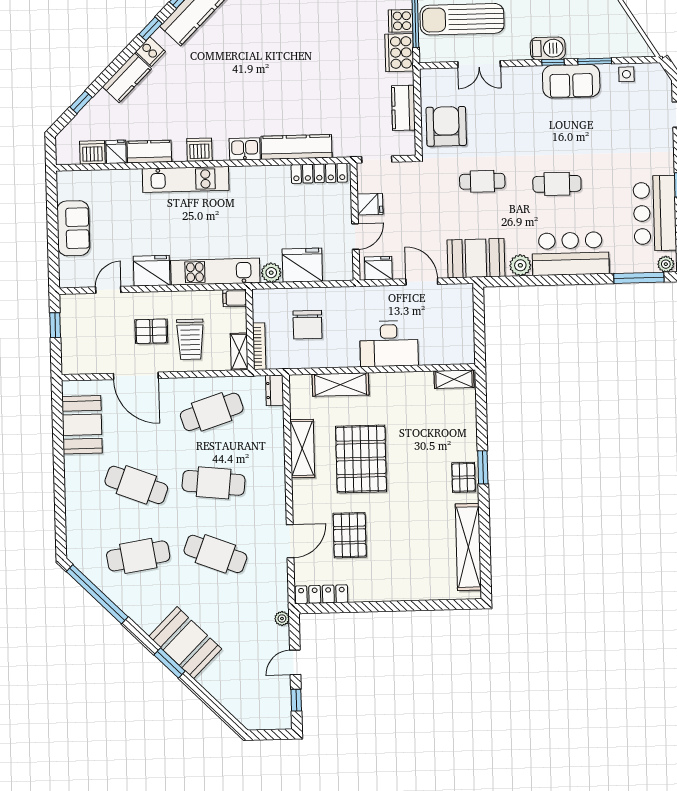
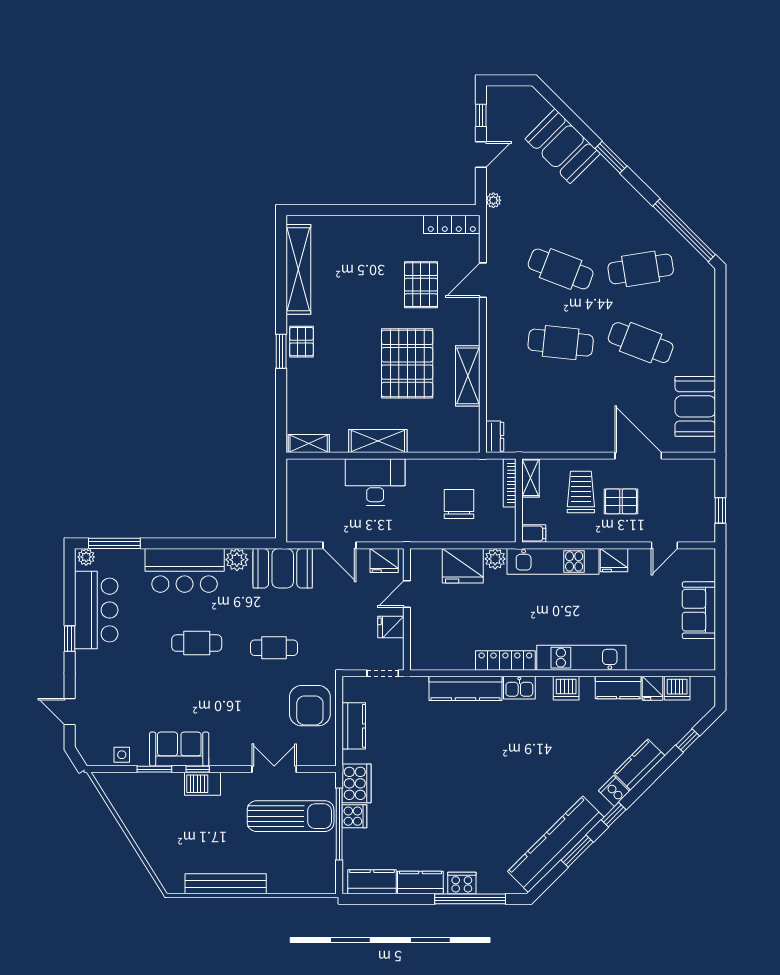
locker: (319, 173) -> (505, 660), moved
fridge: (152, 271) -> (614, 560), width x0.73, depth x0.75
shelving: (341, 385) -> (378, 441), moved
cafe table: (212, 412) -> (561, 416), removed
booth: (185, 643) -> (563, 146), moved

